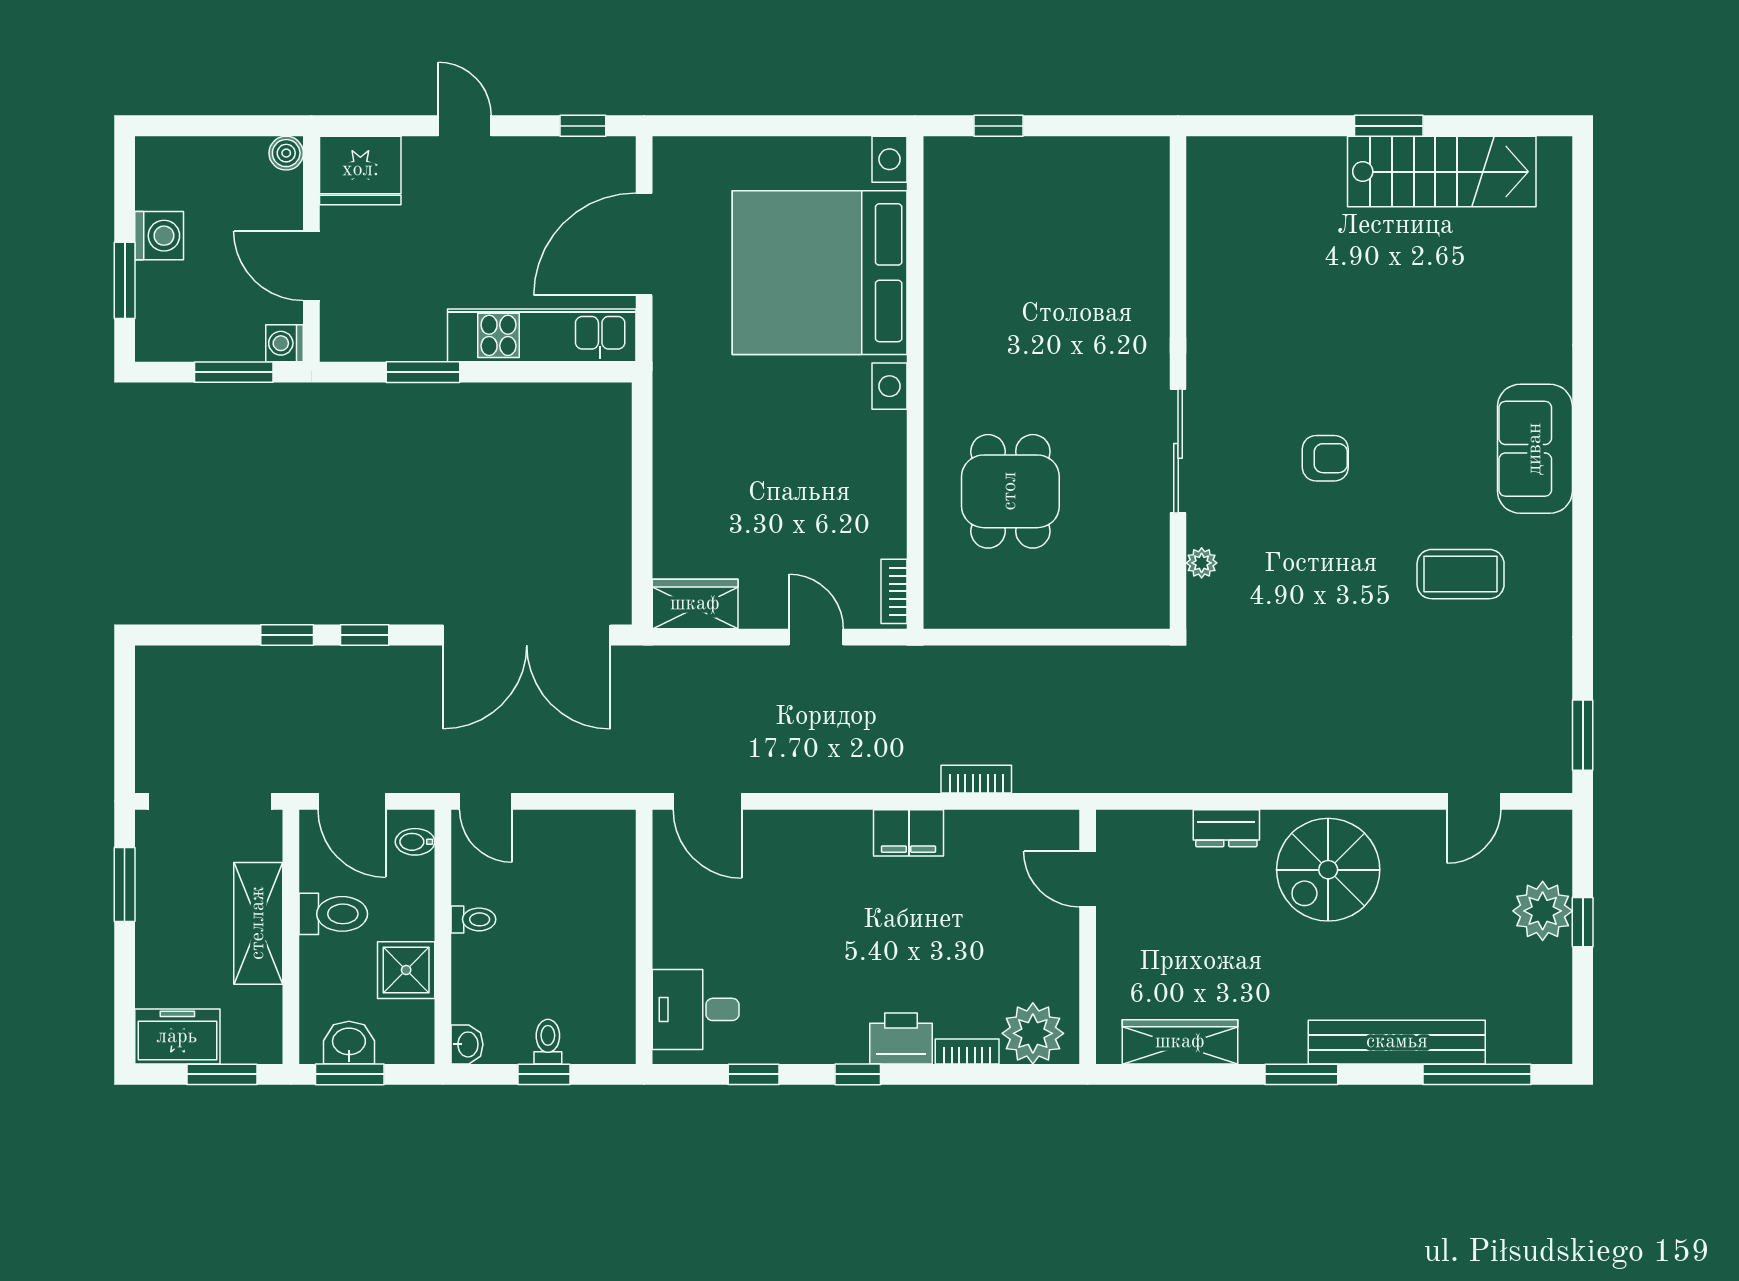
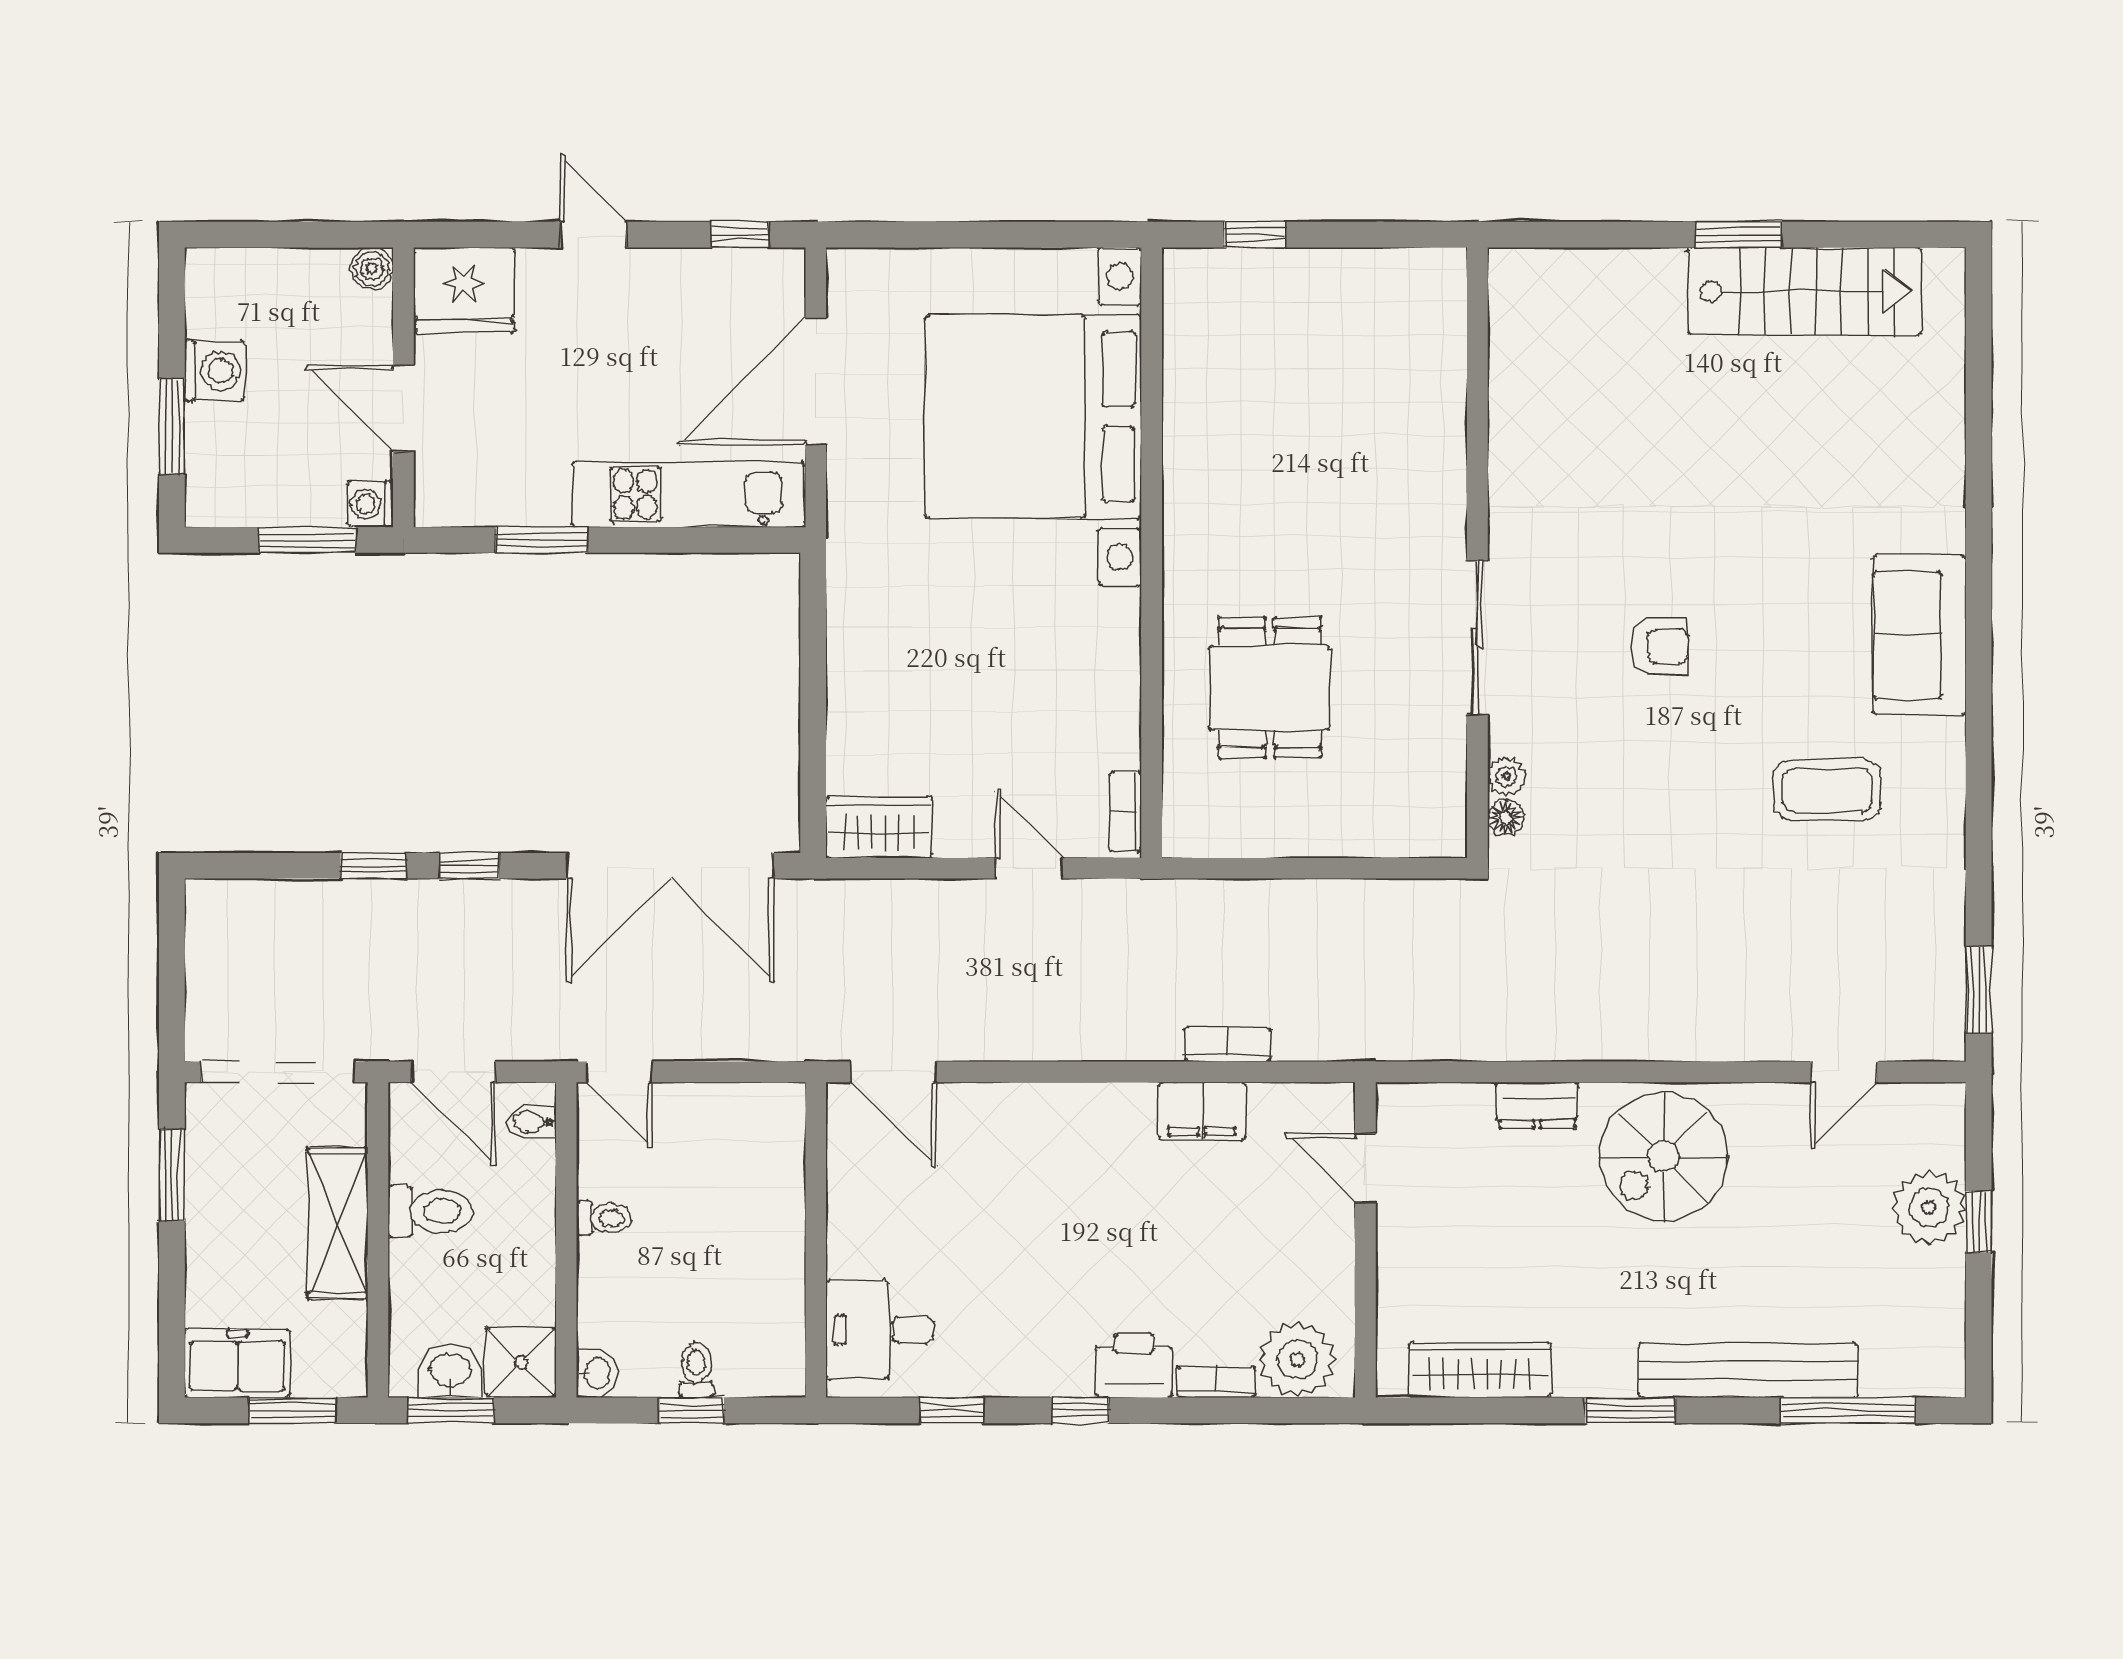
floor lamp: (1201, 596) -> (1506, 817), added
filing cabinet: (909, 833) -> (1202, 1111), moved
shower: (406, 970) -> (521, 1362), moved

